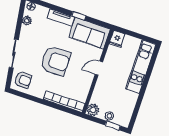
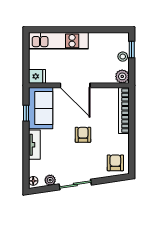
window: (79, 16) -> (26, 113), moved
sliding door: (14, 54) -> (75, 184), moved
armchair: (55, 61) -> (83, 135), width x0.53, depth x0.53
door: (99, 68) -> (75, 85), width x1.88

